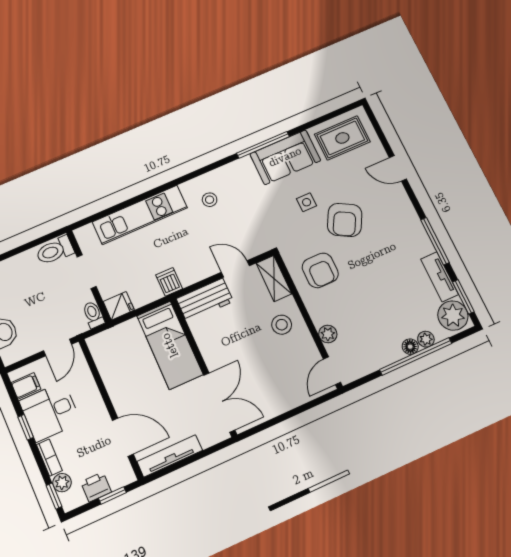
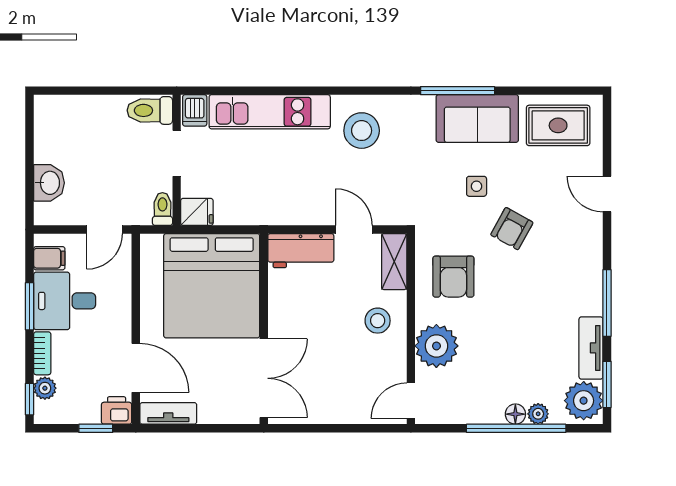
stool: (210, 200) -> (362, 131), width x1.89, depth x1.89
armchair: (345, 220) -> (512, 229), width x0.72, depth x0.72
dishwasher: (169, 282) -> (195, 110), moved, turned 180
plant: (328, 334) -> (436, 346), width x1.88, depth x1.88
bed: (170, 345) -> (212, 286), width x2.04
window: (26, 427) -> (30, 306), width x1.50
tv unit: (170, 456) -> (168, 413), width x0.71
printer: (96, 487) -> (117, 410), moved

